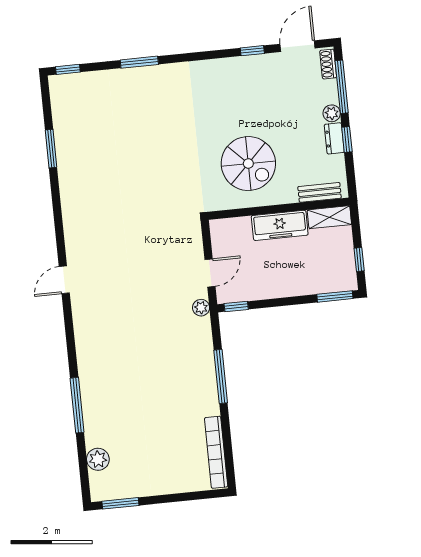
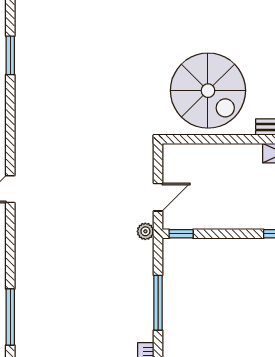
spiral stairs: (248, 164) -> (208, 91), width x1.37, depth x1.37
freezer: (280, 225) -> (233, 156), removed

